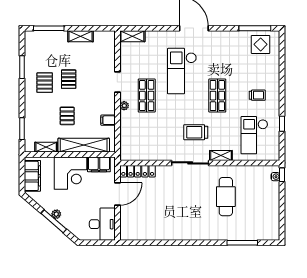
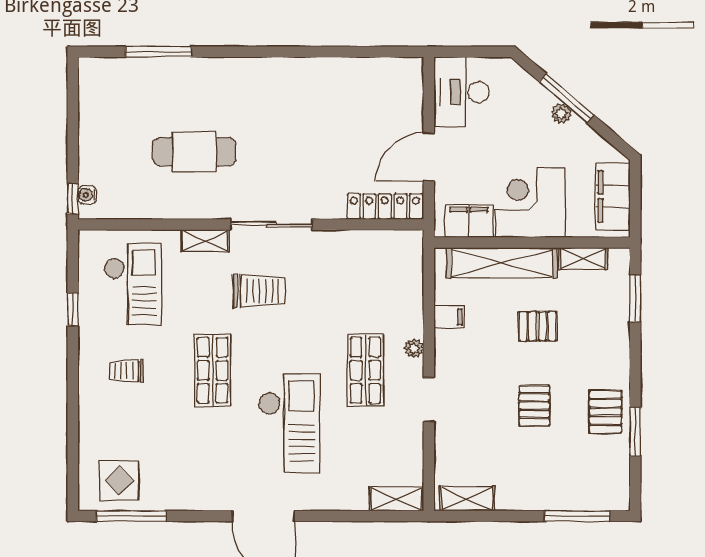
shelving: (81, 36) -> (467, 499), moved
pallet: (45, 83) -> (605, 412), moved
pallet: (67, 116) -> (538, 326), turned 90
cafe table: (226, 197) -> (194, 152), turned 90

